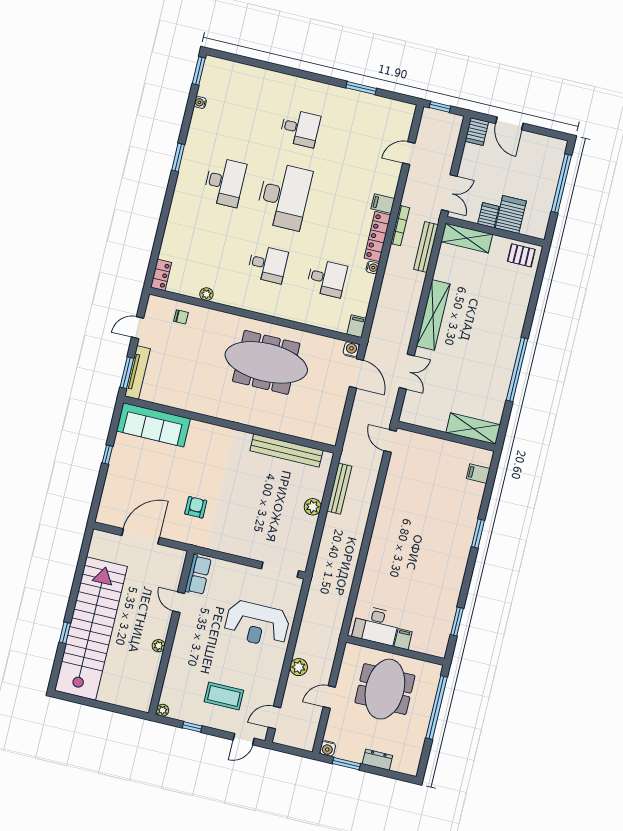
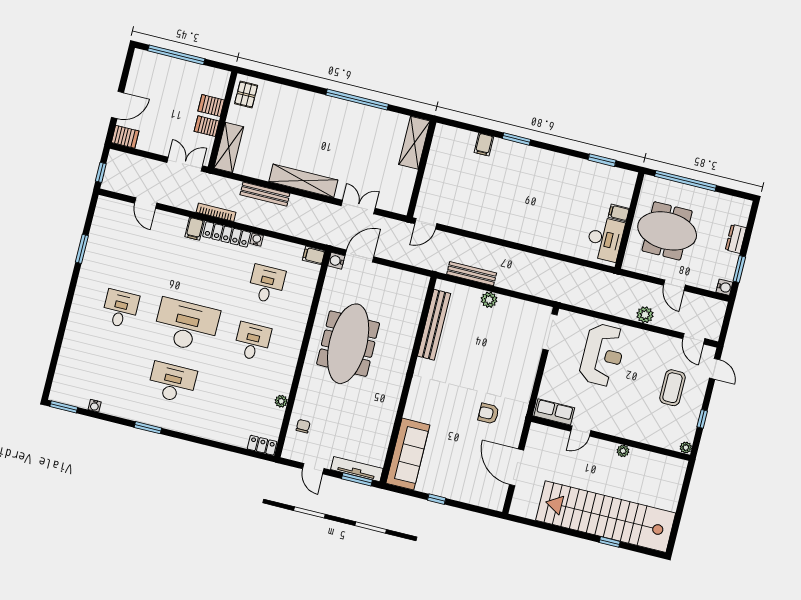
server rack: (511, 215) -> (211, 106), width x0.73, depth x0.70
bench: (426, 247) -> (265, 194), moved
filing cabinet: (478, 474) -> (484, 145), moved

